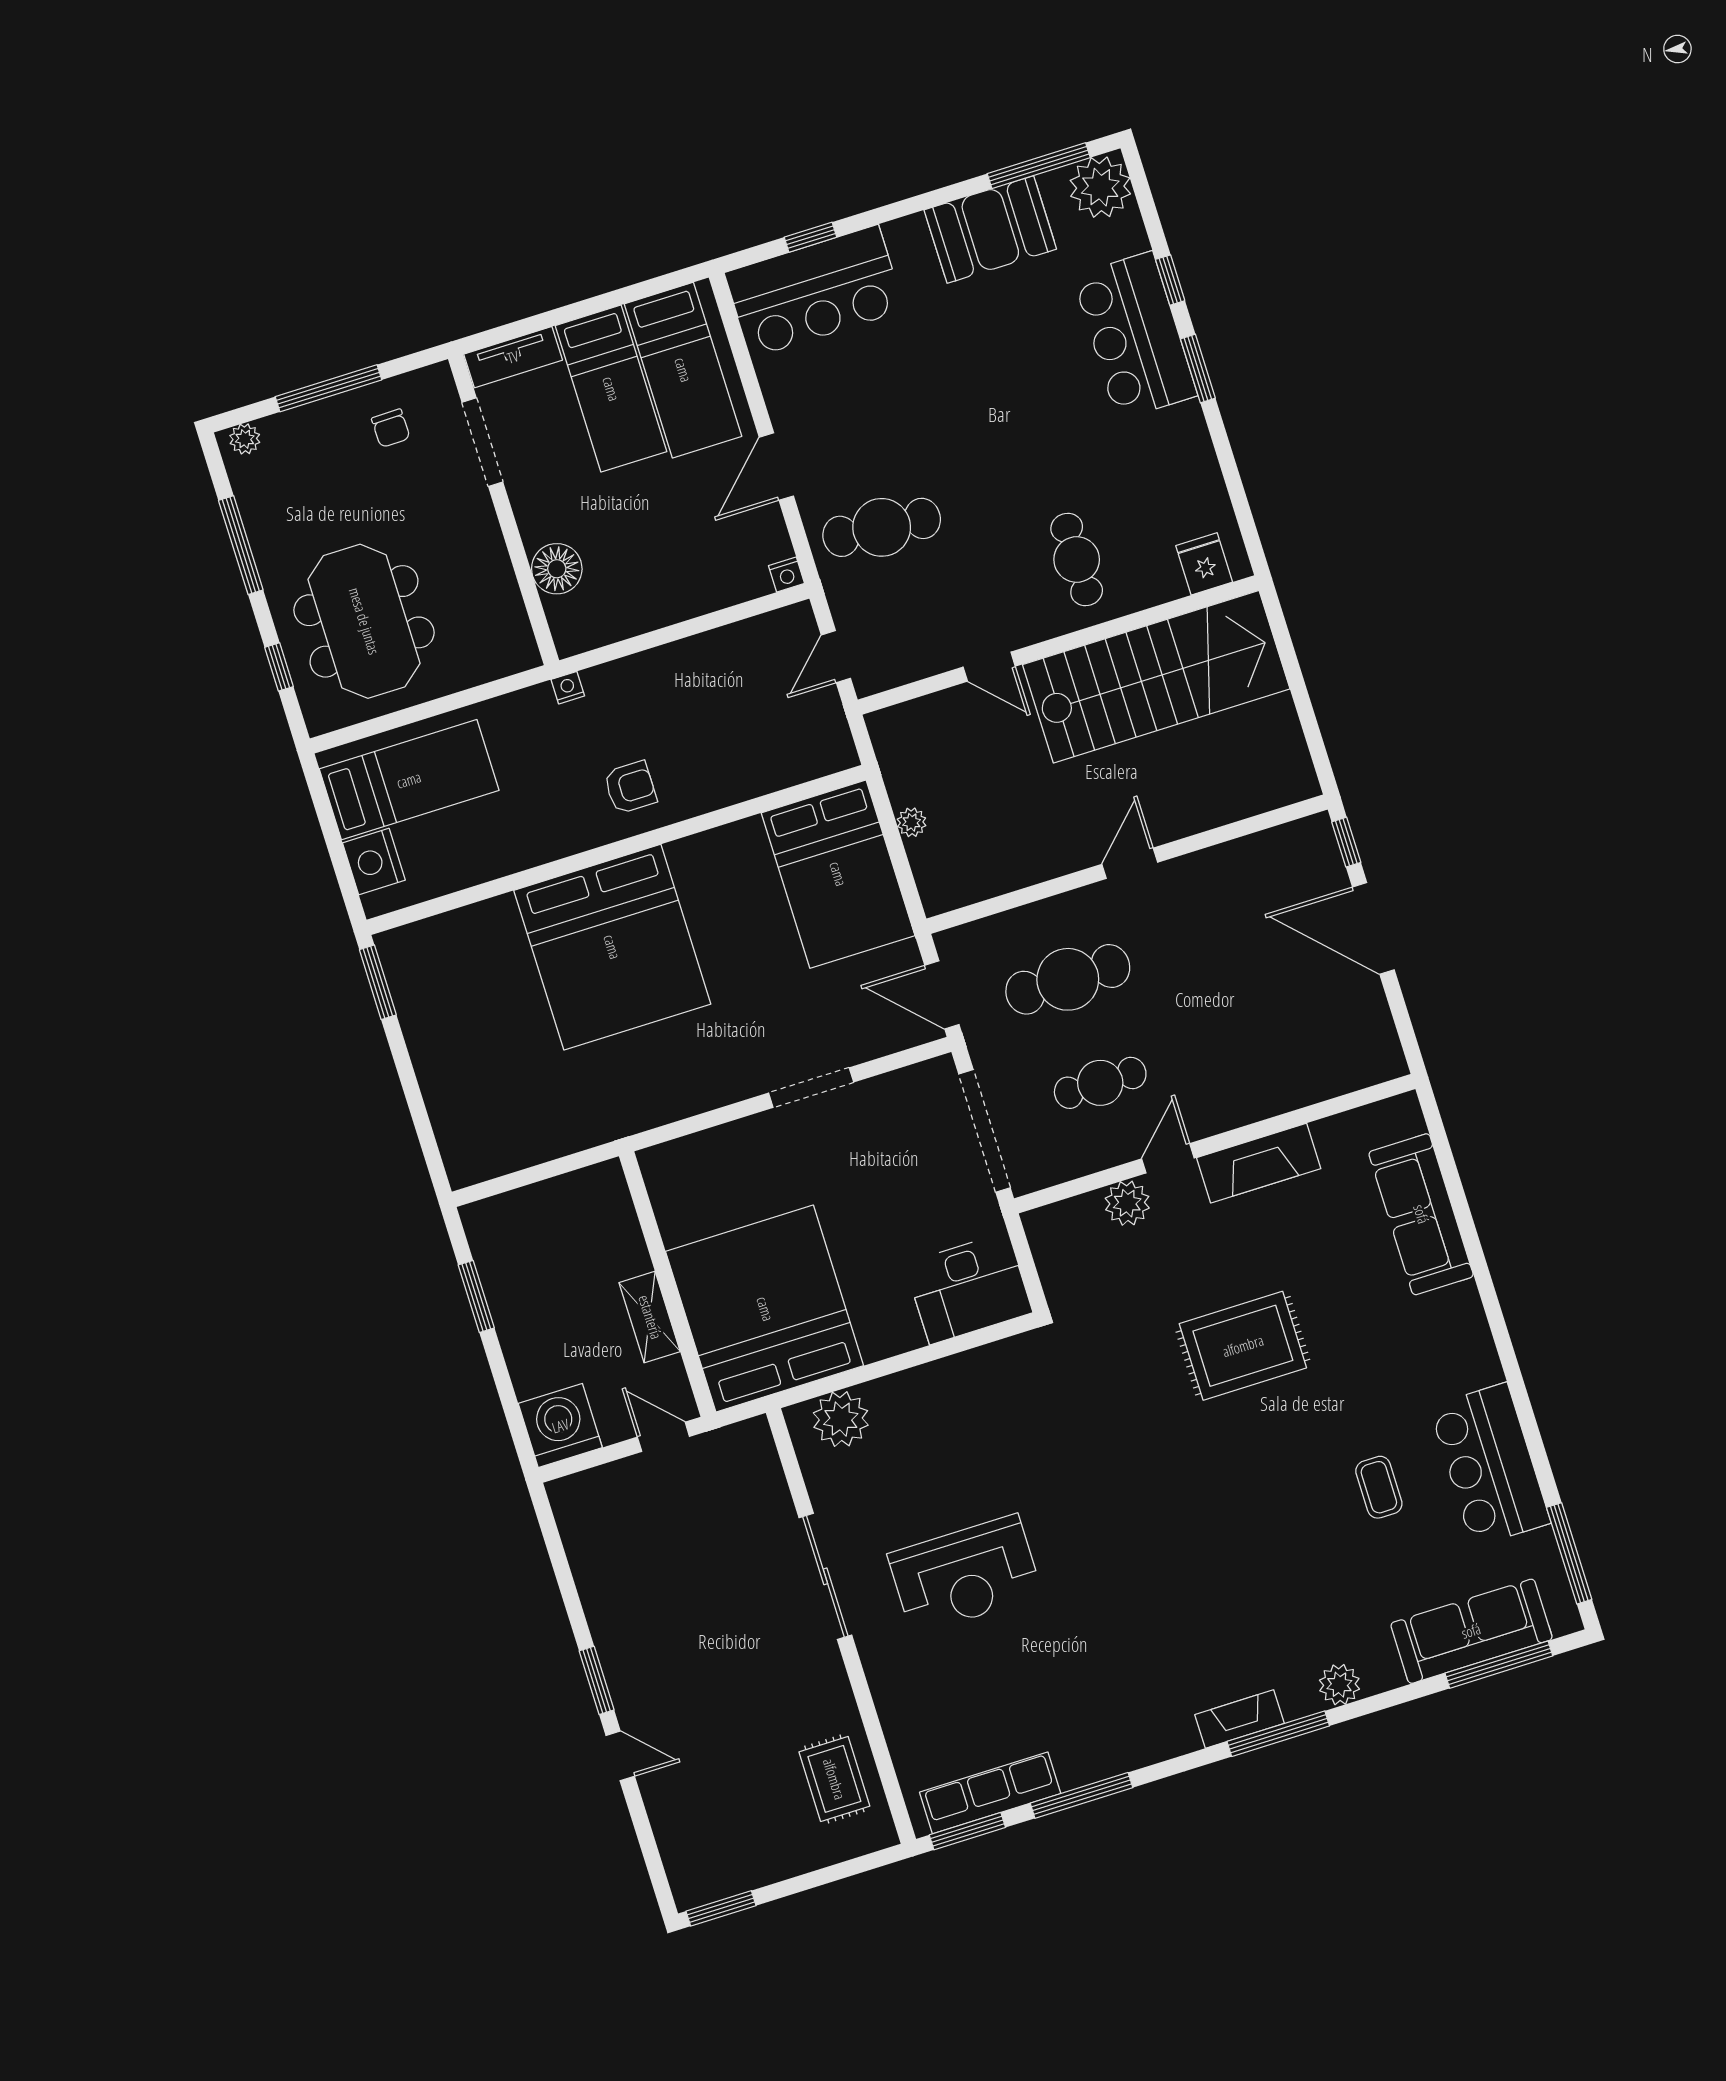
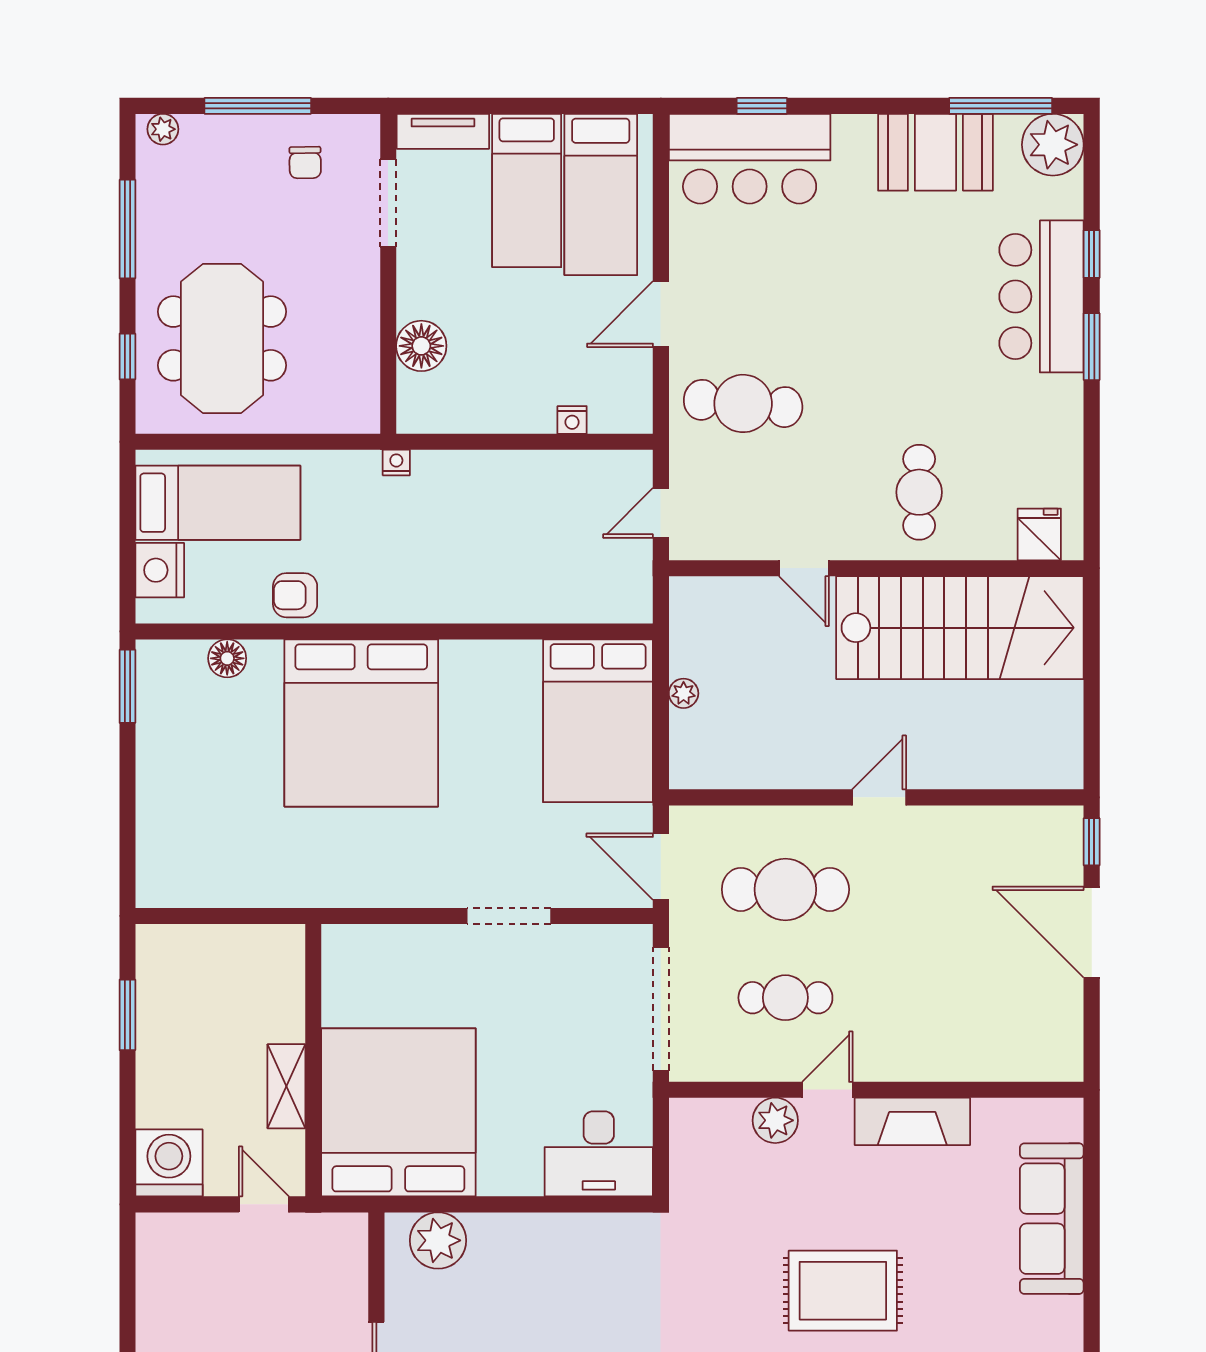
nightstand: (786, 575) -> (572, 420), moved
armchair: (630, 787) -> (295, 595), moved, turned 180
floor lamp: (465, 926) -> (227, 658), added

